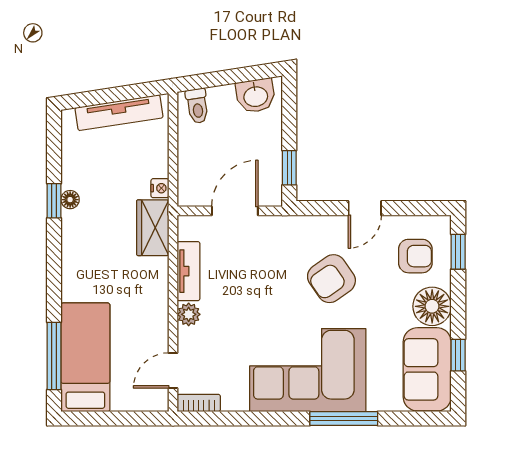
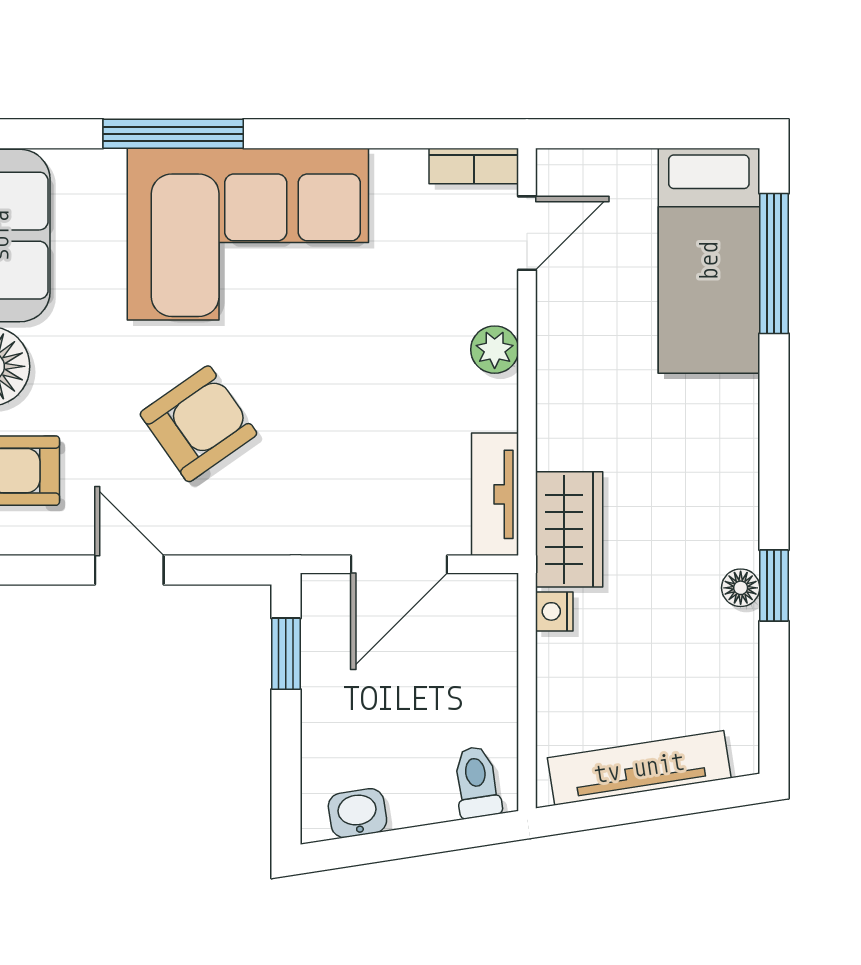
washbasin: (256, 96) -> (357, 813), width x0.72, depth x0.69
door: (365, 208) -> (129, 570), hinge flipped
tv unit: (188, 271) -> (495, 494), moved

